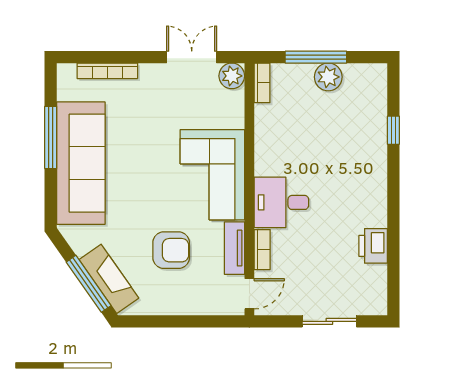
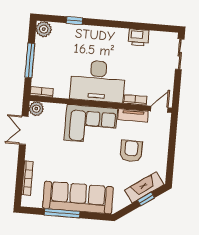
plant: (328, 77) -> (44, 29), moved
desk: (281, 202) -> (98, 81), width x1.87, depth x1.30
window: (89, 284) -> (146, 199), width x0.46
door: (249, 294) -> (159, 109), hinge flipped
sliding door: (329, 321) -> (180, 54), moved

